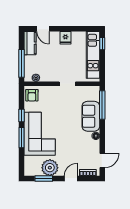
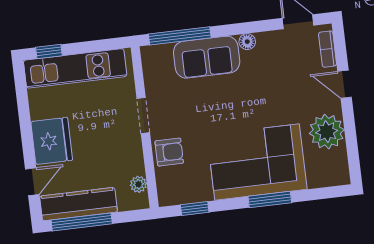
fridge: (65, 38) -> (52, 141), width x1.88, depth x1.34
kitchen counter: (30, 43) -> (79, 204), width x1.50
window: (22, 63) -> (82, 222), moved
armchair: (32, 95) -> (169, 152), moved
window: (22, 116) -> (195, 209), moved
window: (44, 179) -> (351, 142), removed

